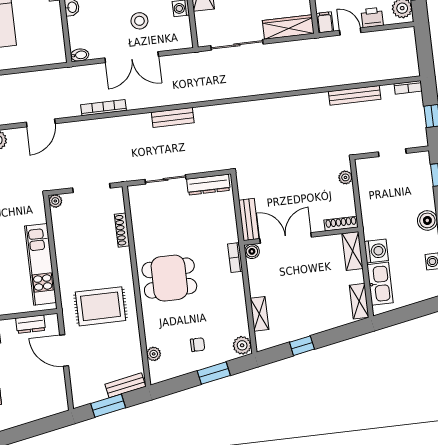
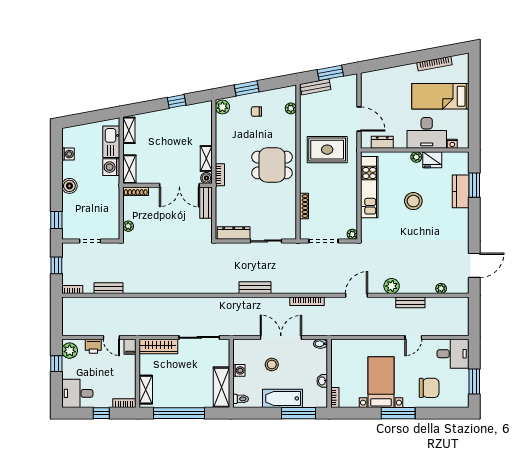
bench: (355, 95) -> (109, 288), width x0.73
shelving: (259, 314) -> (206, 158), moved

